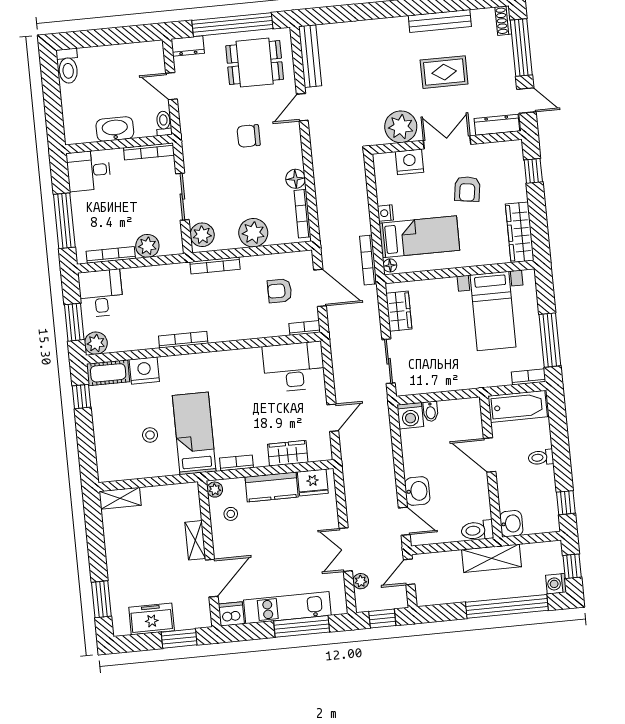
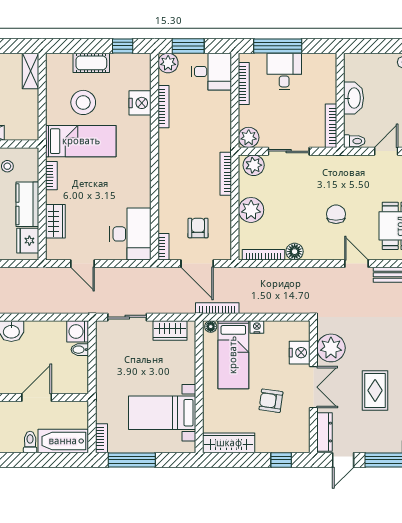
desk: (89, 171) -> (284, 72), moved
plant: (147, 246) -> (249, 137), moved
door: (320, 288) -> (197, 264), hinge flipped
bookcase: (183, 340) -> (164, 107), moved
cot: (108, 373) -> (91, 63), moved, turned 90
bathtub: (518, 406) -> (63, 441), moved, turned 90
stool: (150, 435) -> (83, 102), width x1.89, depth x1.89
plant: (215, 490) -> (30, 154), removed

